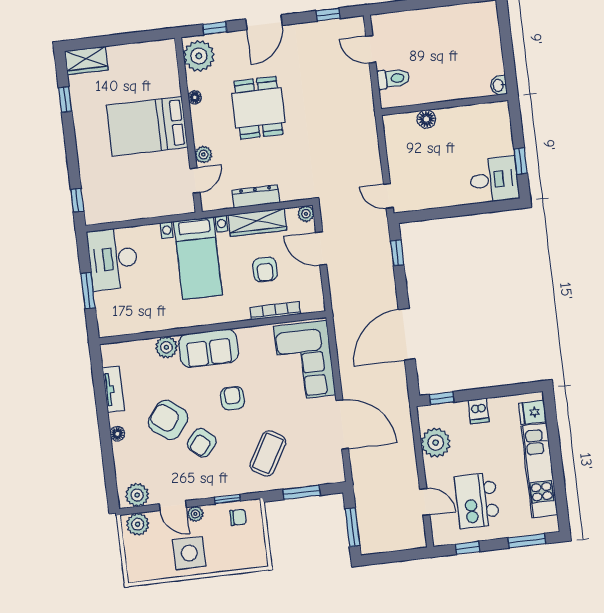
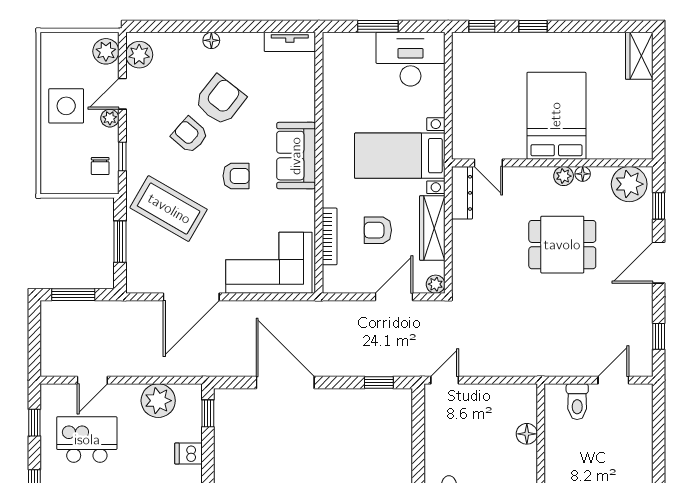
door: (264, 22) -> (659, 263), hinge flipped
window: (65, 99) -> (533, 26), moved
plant: (203, 155) -> (564, 176), moved
dresser: (256, 196) -> (462, 193), moved
plant: (166, 347) -> (303, 108), removed
tv unit: (113, 389) -> (290, 42), moved
coffee table: (268, 454) -> (169, 209), width x1.36, depth x1.32

